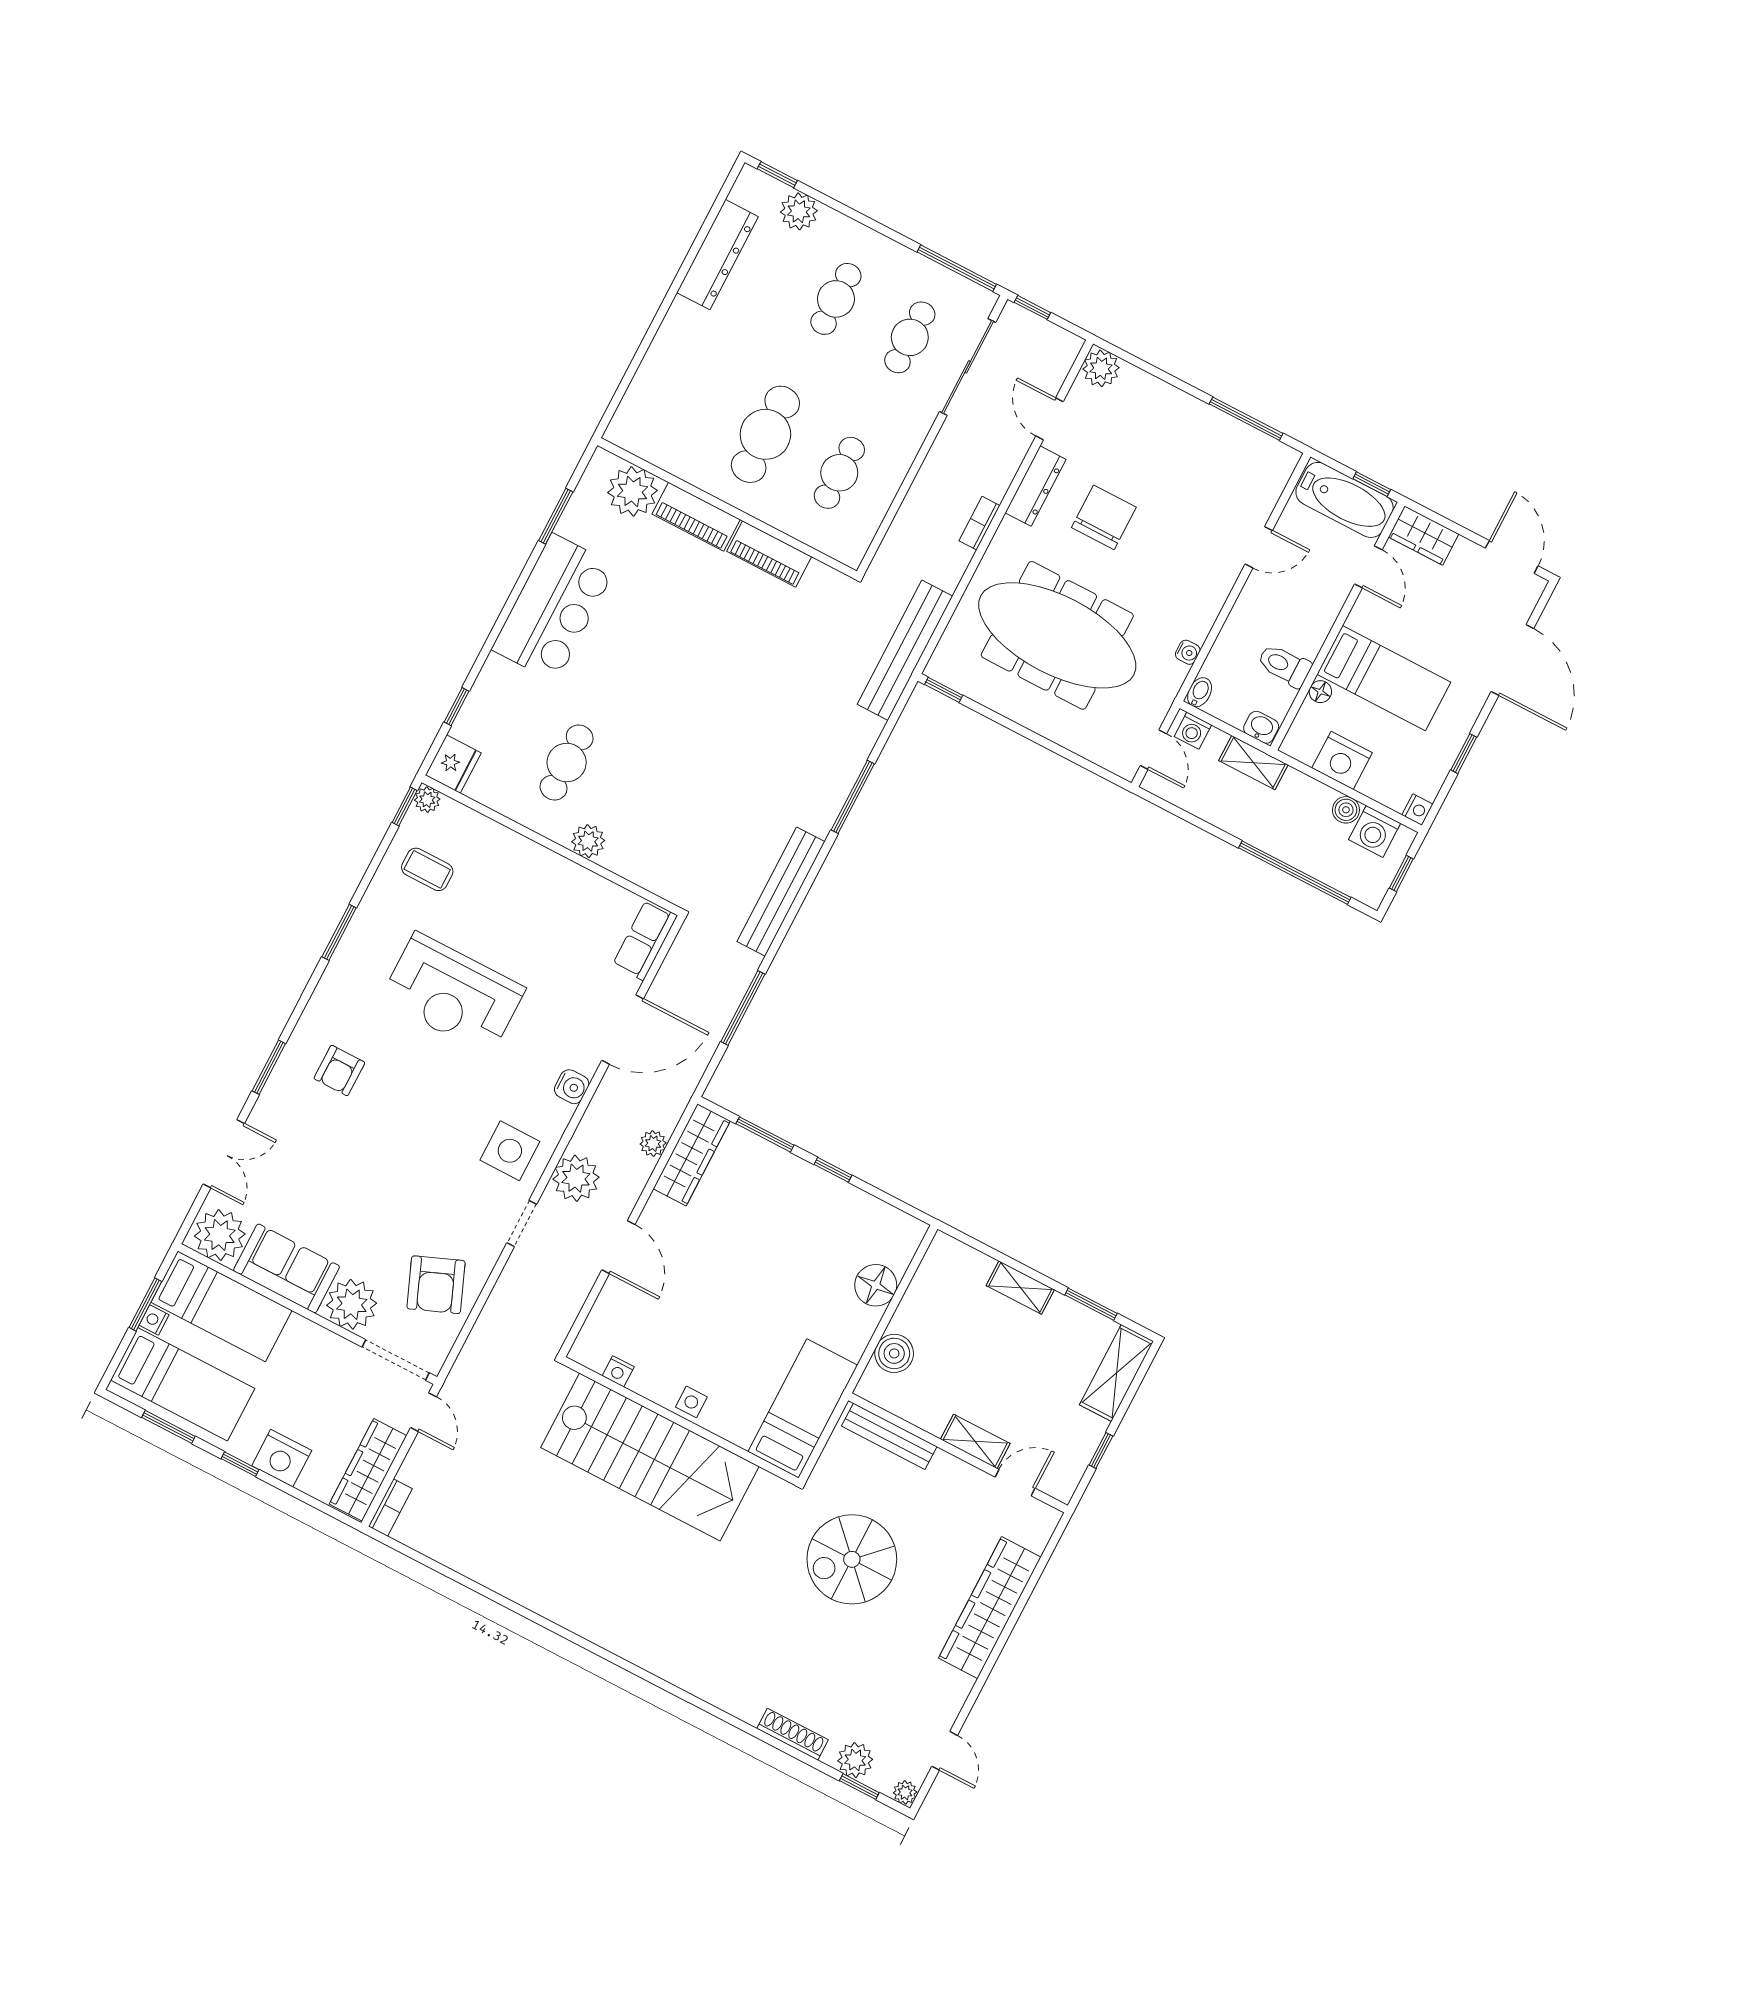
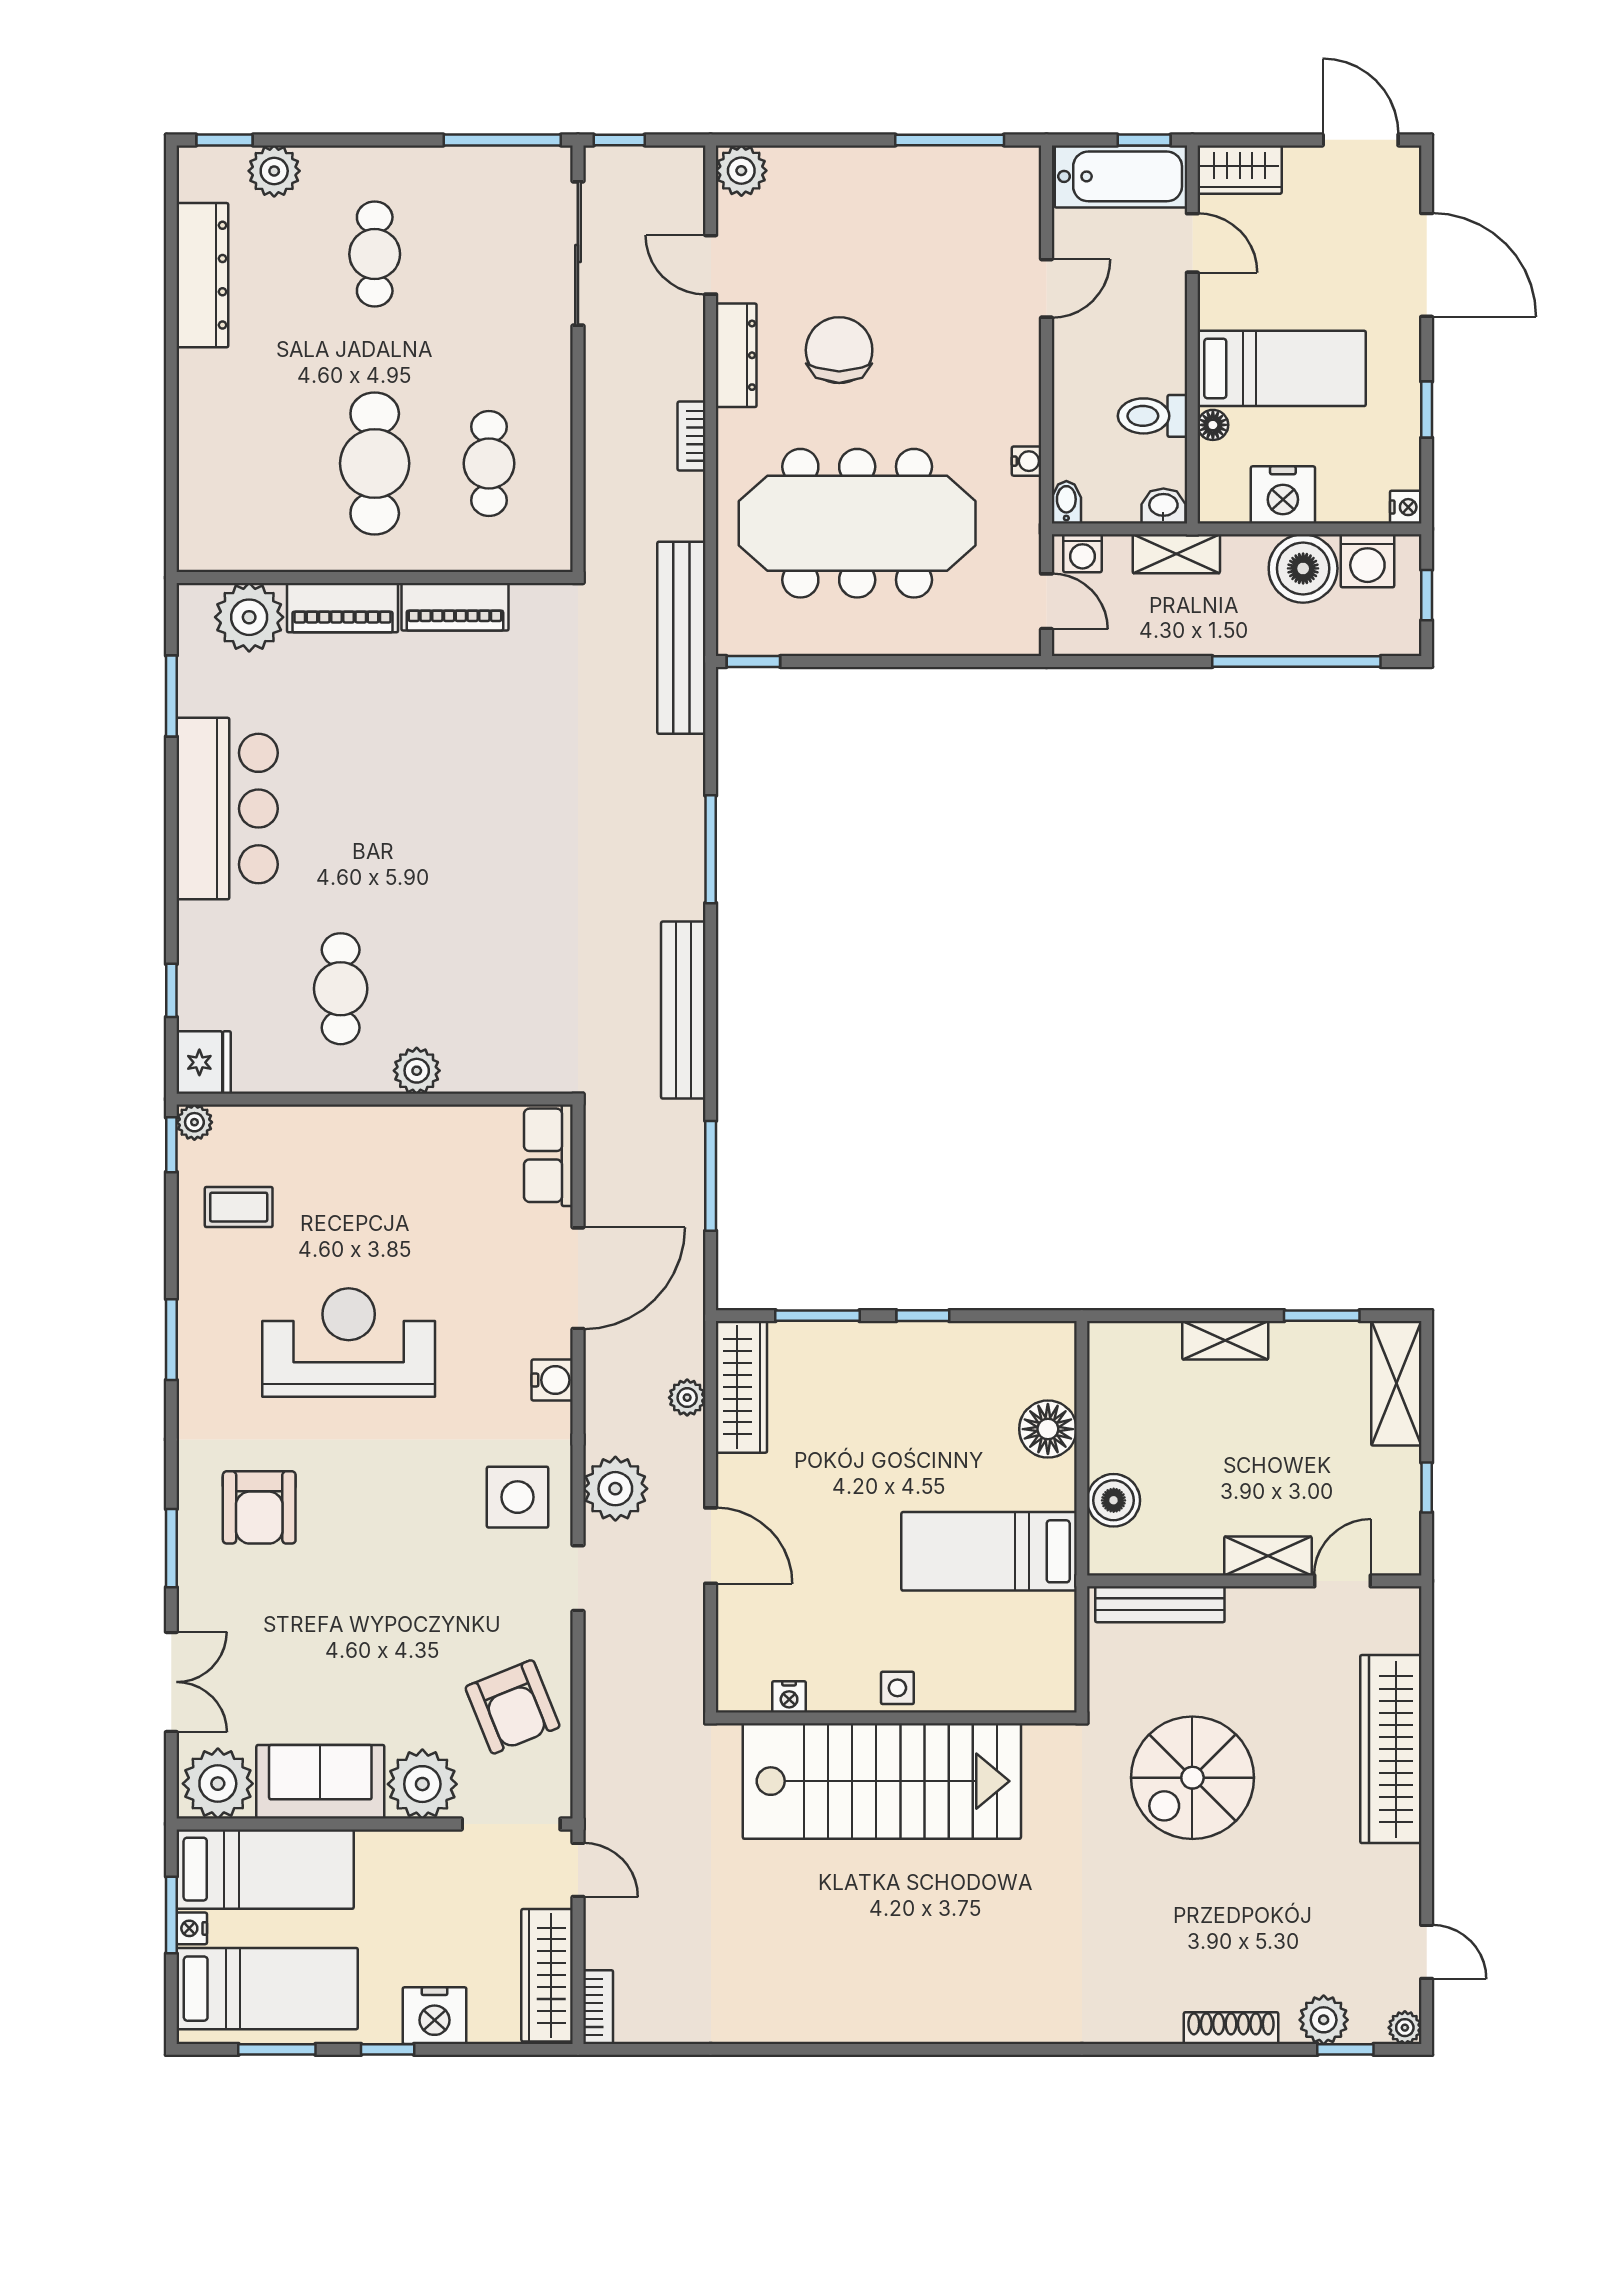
cafe table: (910, 337) -> (489, 254), removed
boiler: (1346, 810) -> (1303, 568), width x1.86, depth x1.86
reception desk: (453, 994) -> (349, 1342), turned 180
armchair: (339, 1070) -> (259, 1507), width x1.38, depth x1.38
bed: (803, 1408) -> (989, 1551), moved, turned -90

